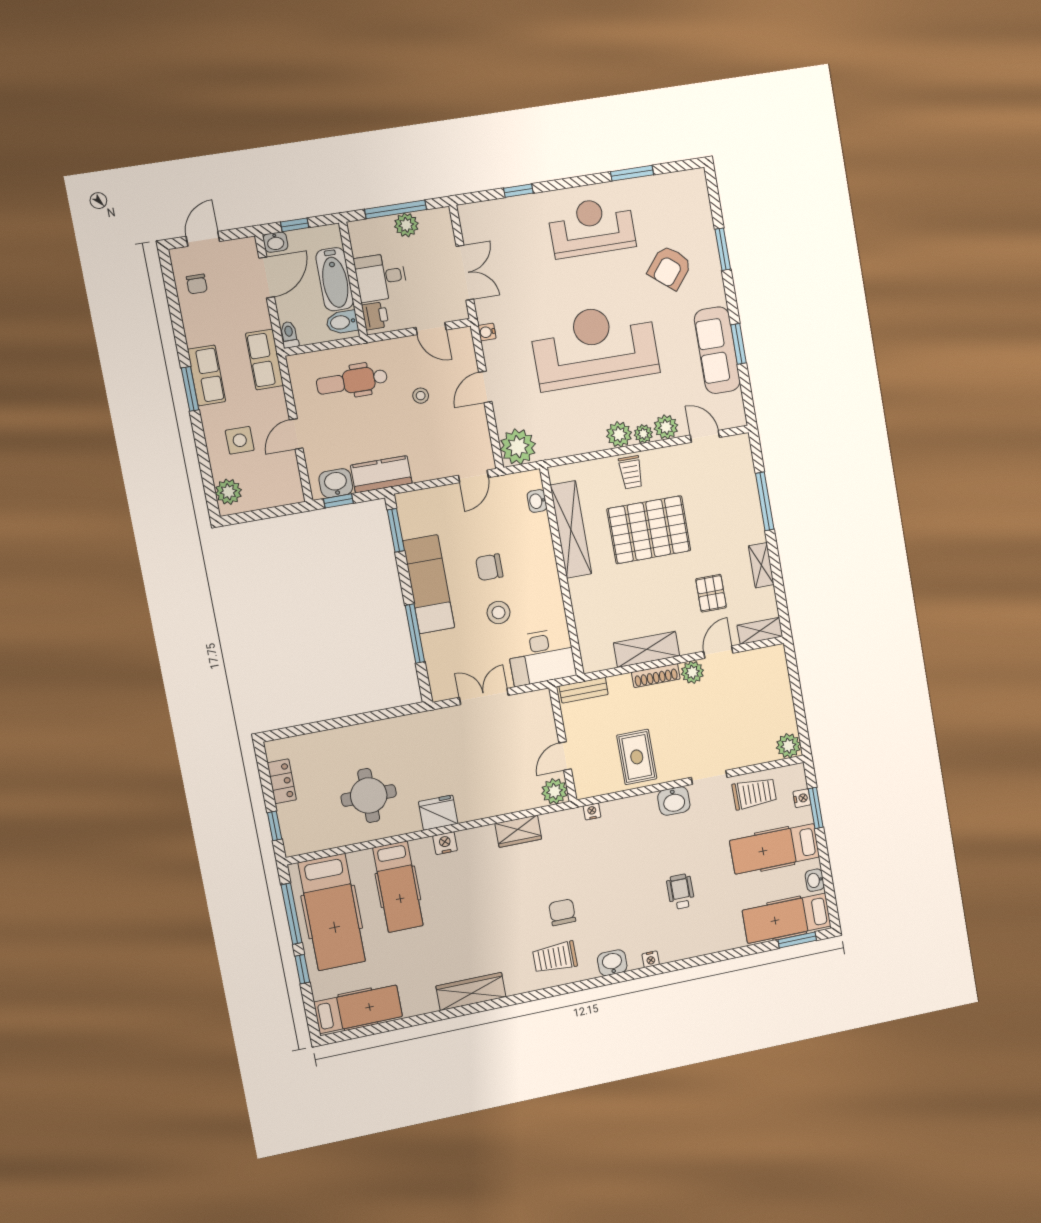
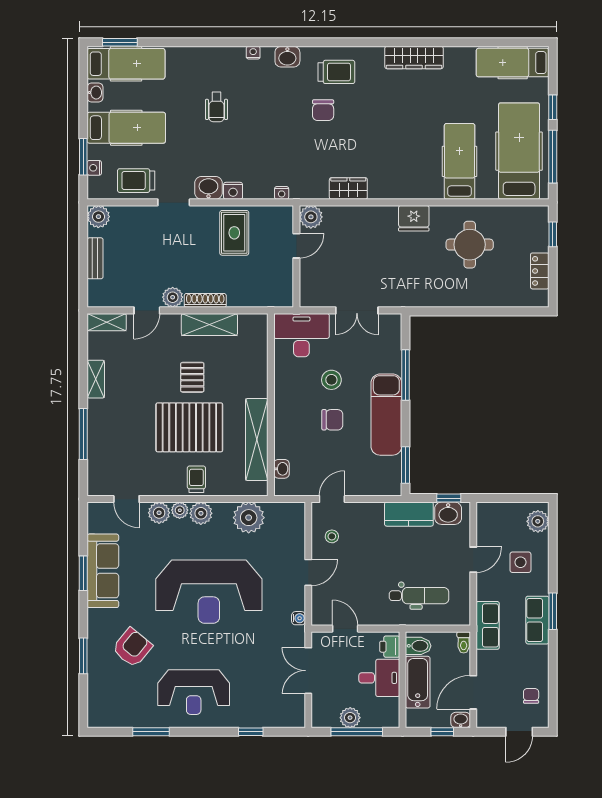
stool: (421, 396) -> (332, 536), moved
plant: (518, 447) -> (249, 518), moved
pallet: (711, 593) -> (192, 377), moved
bench: (584, 690) -> (95, 258), moved, turned 90
nightstand: (445, 843) -> (233, 191), moved

